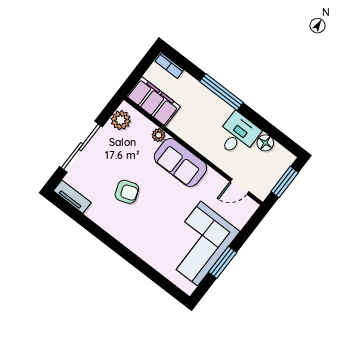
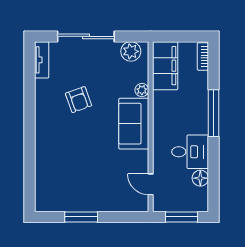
corner sofa: (199, 244) -> (82, 187), removed

